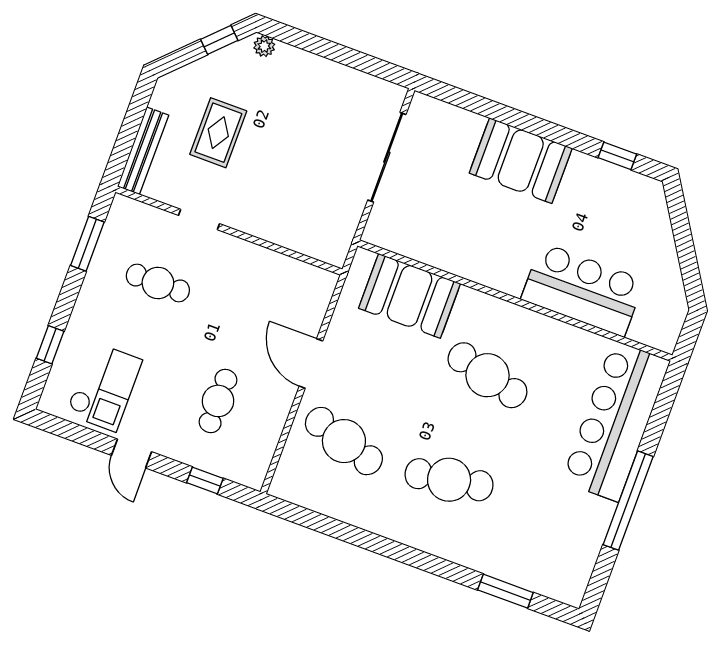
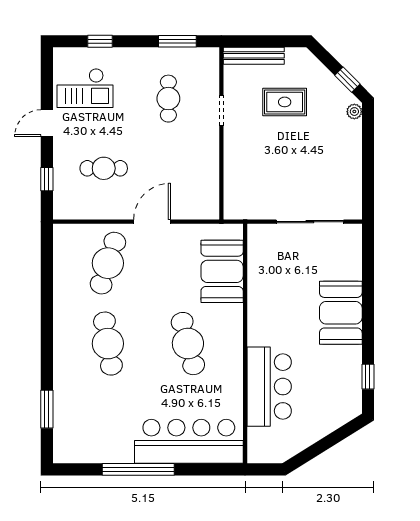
cafe table: (487, 375) -> (188, 344), turned -30

